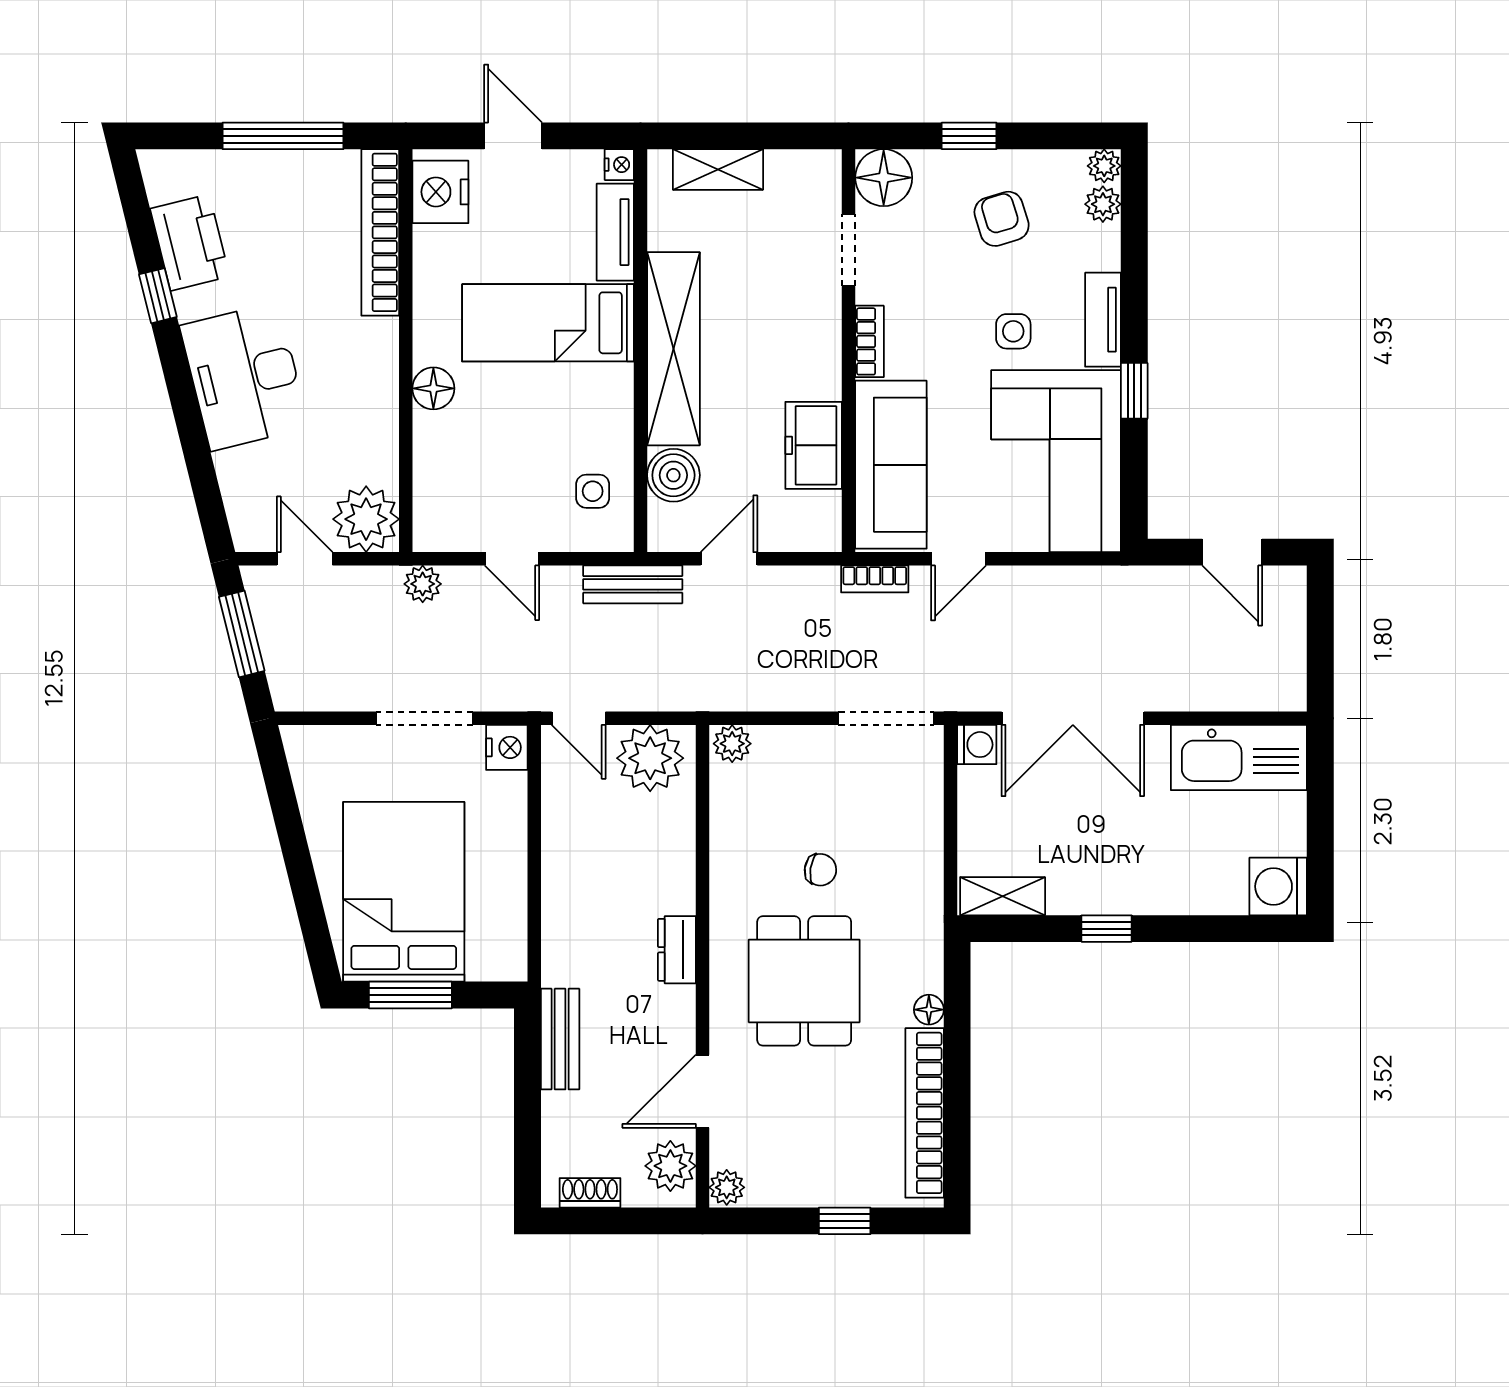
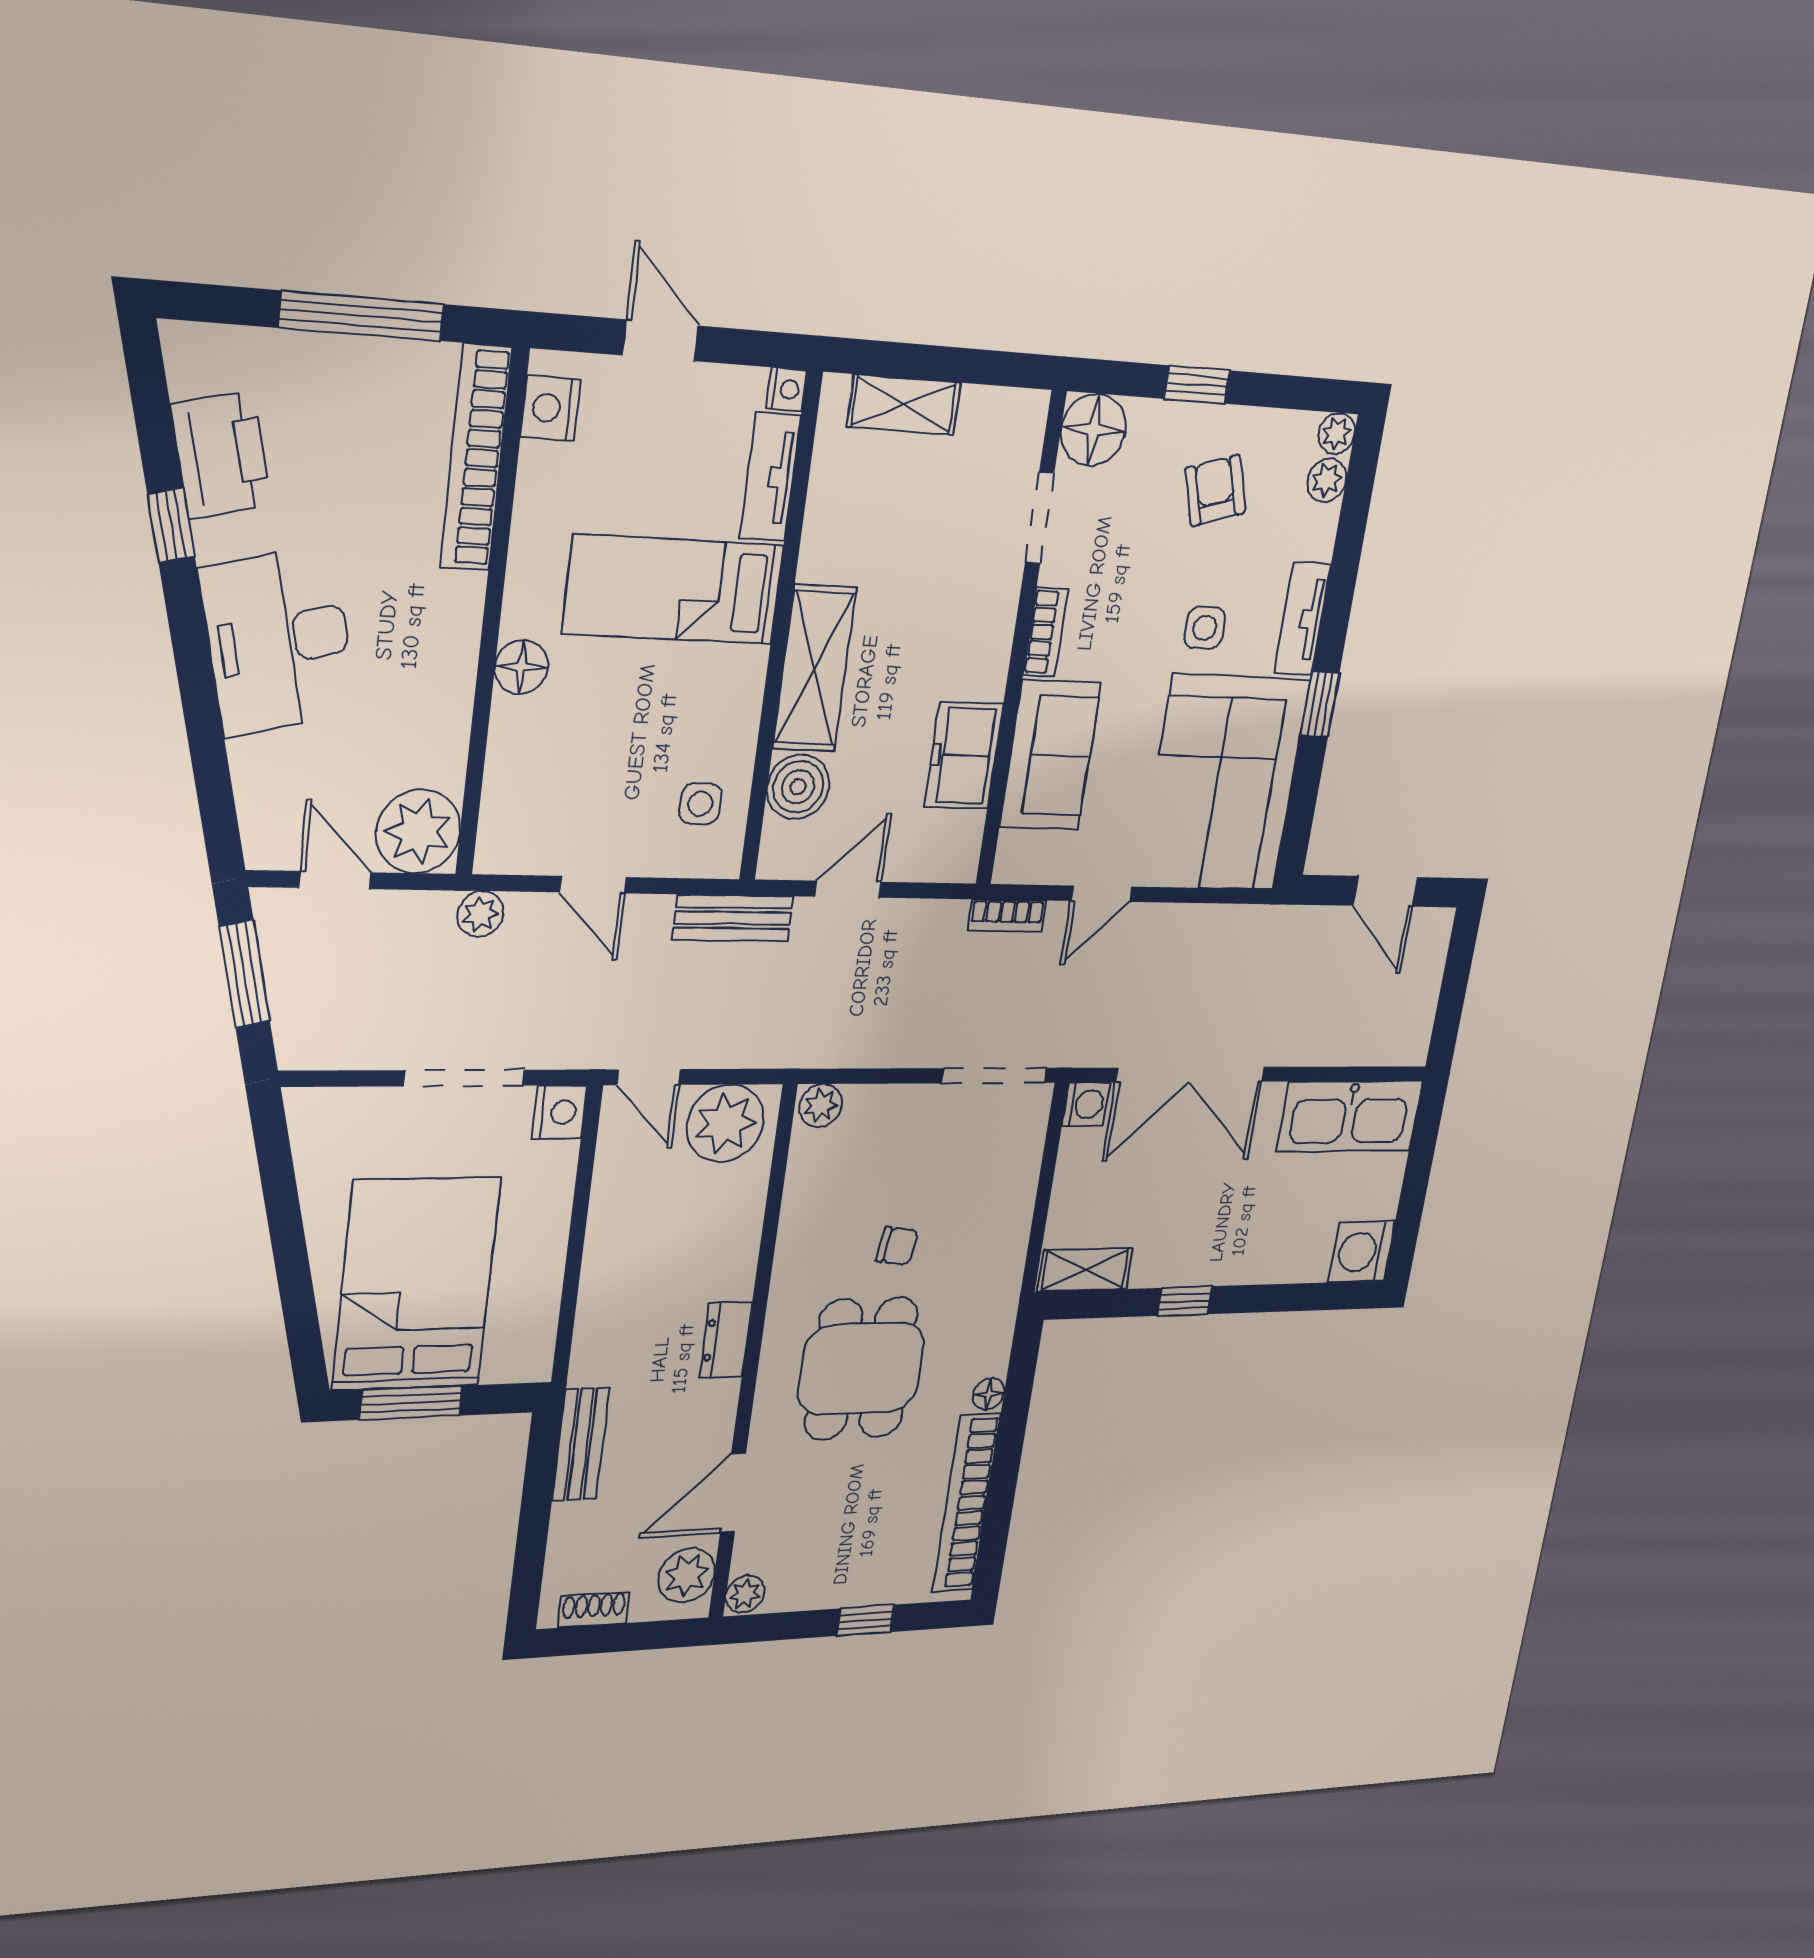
nightstand: (440, 192) -> (551, 408), width x0.74, depth x0.75
shelving: (673, 349) -> (814, 668), width x0.68
sofa: (891, 465) -> (1050, 755), width x0.73

